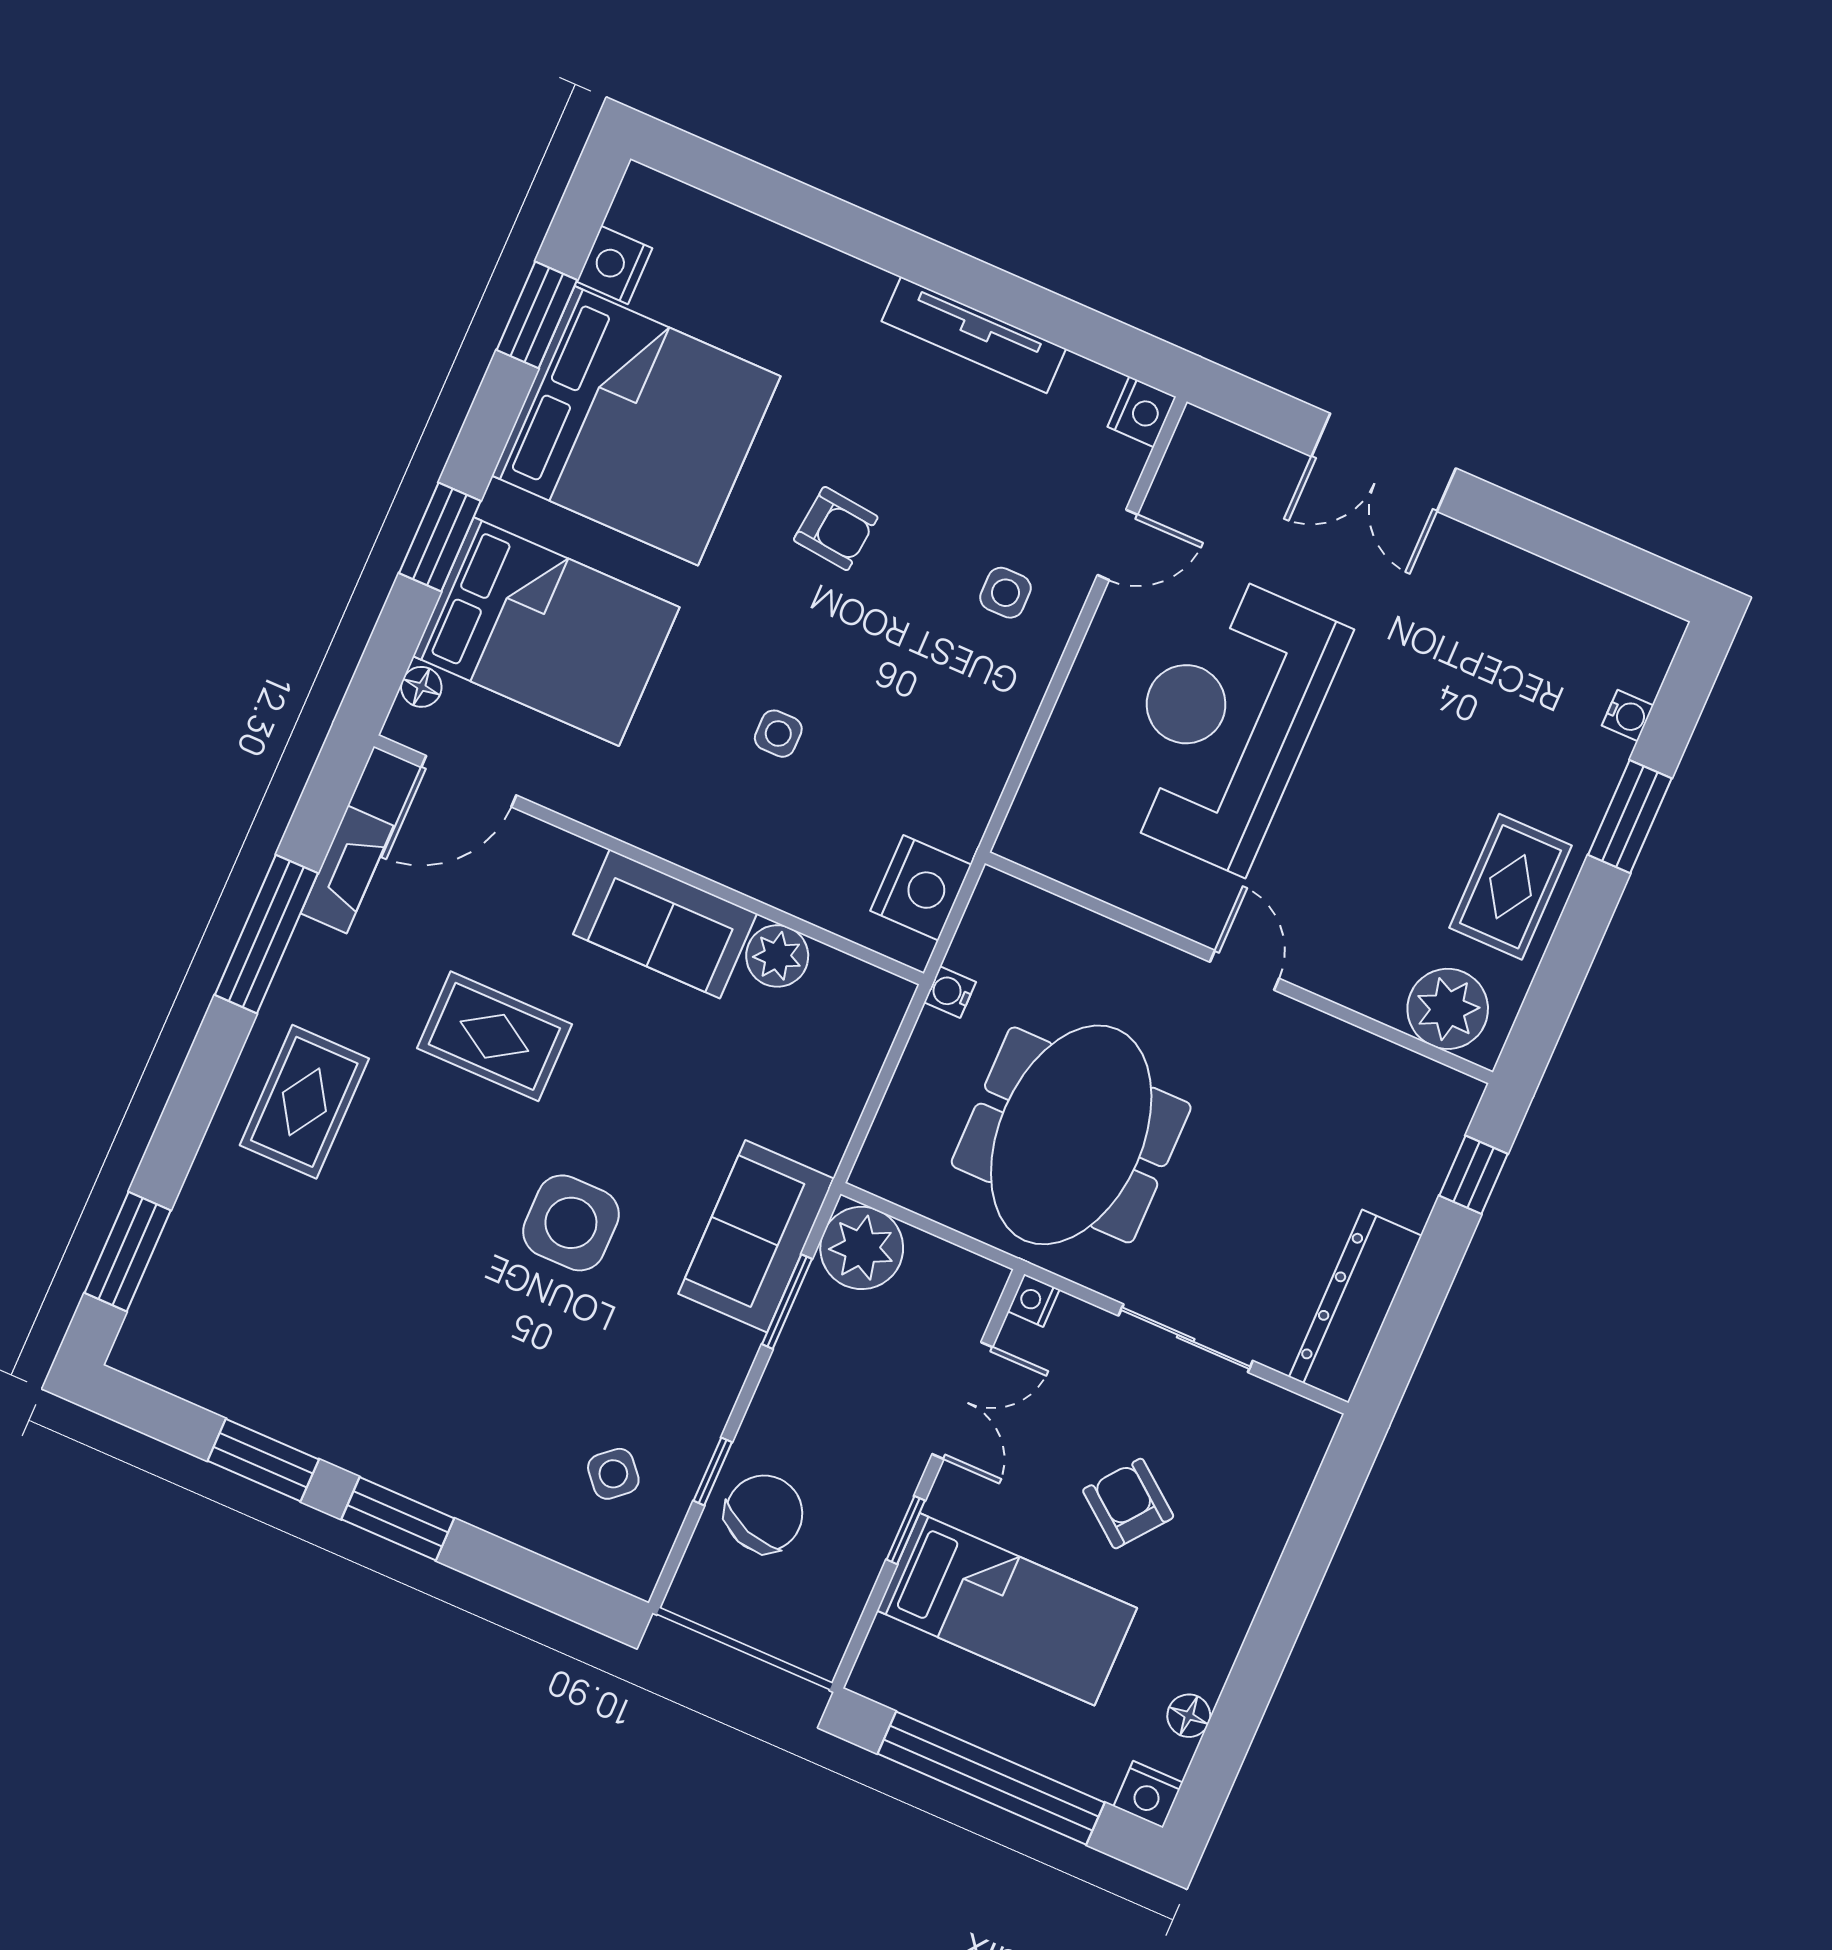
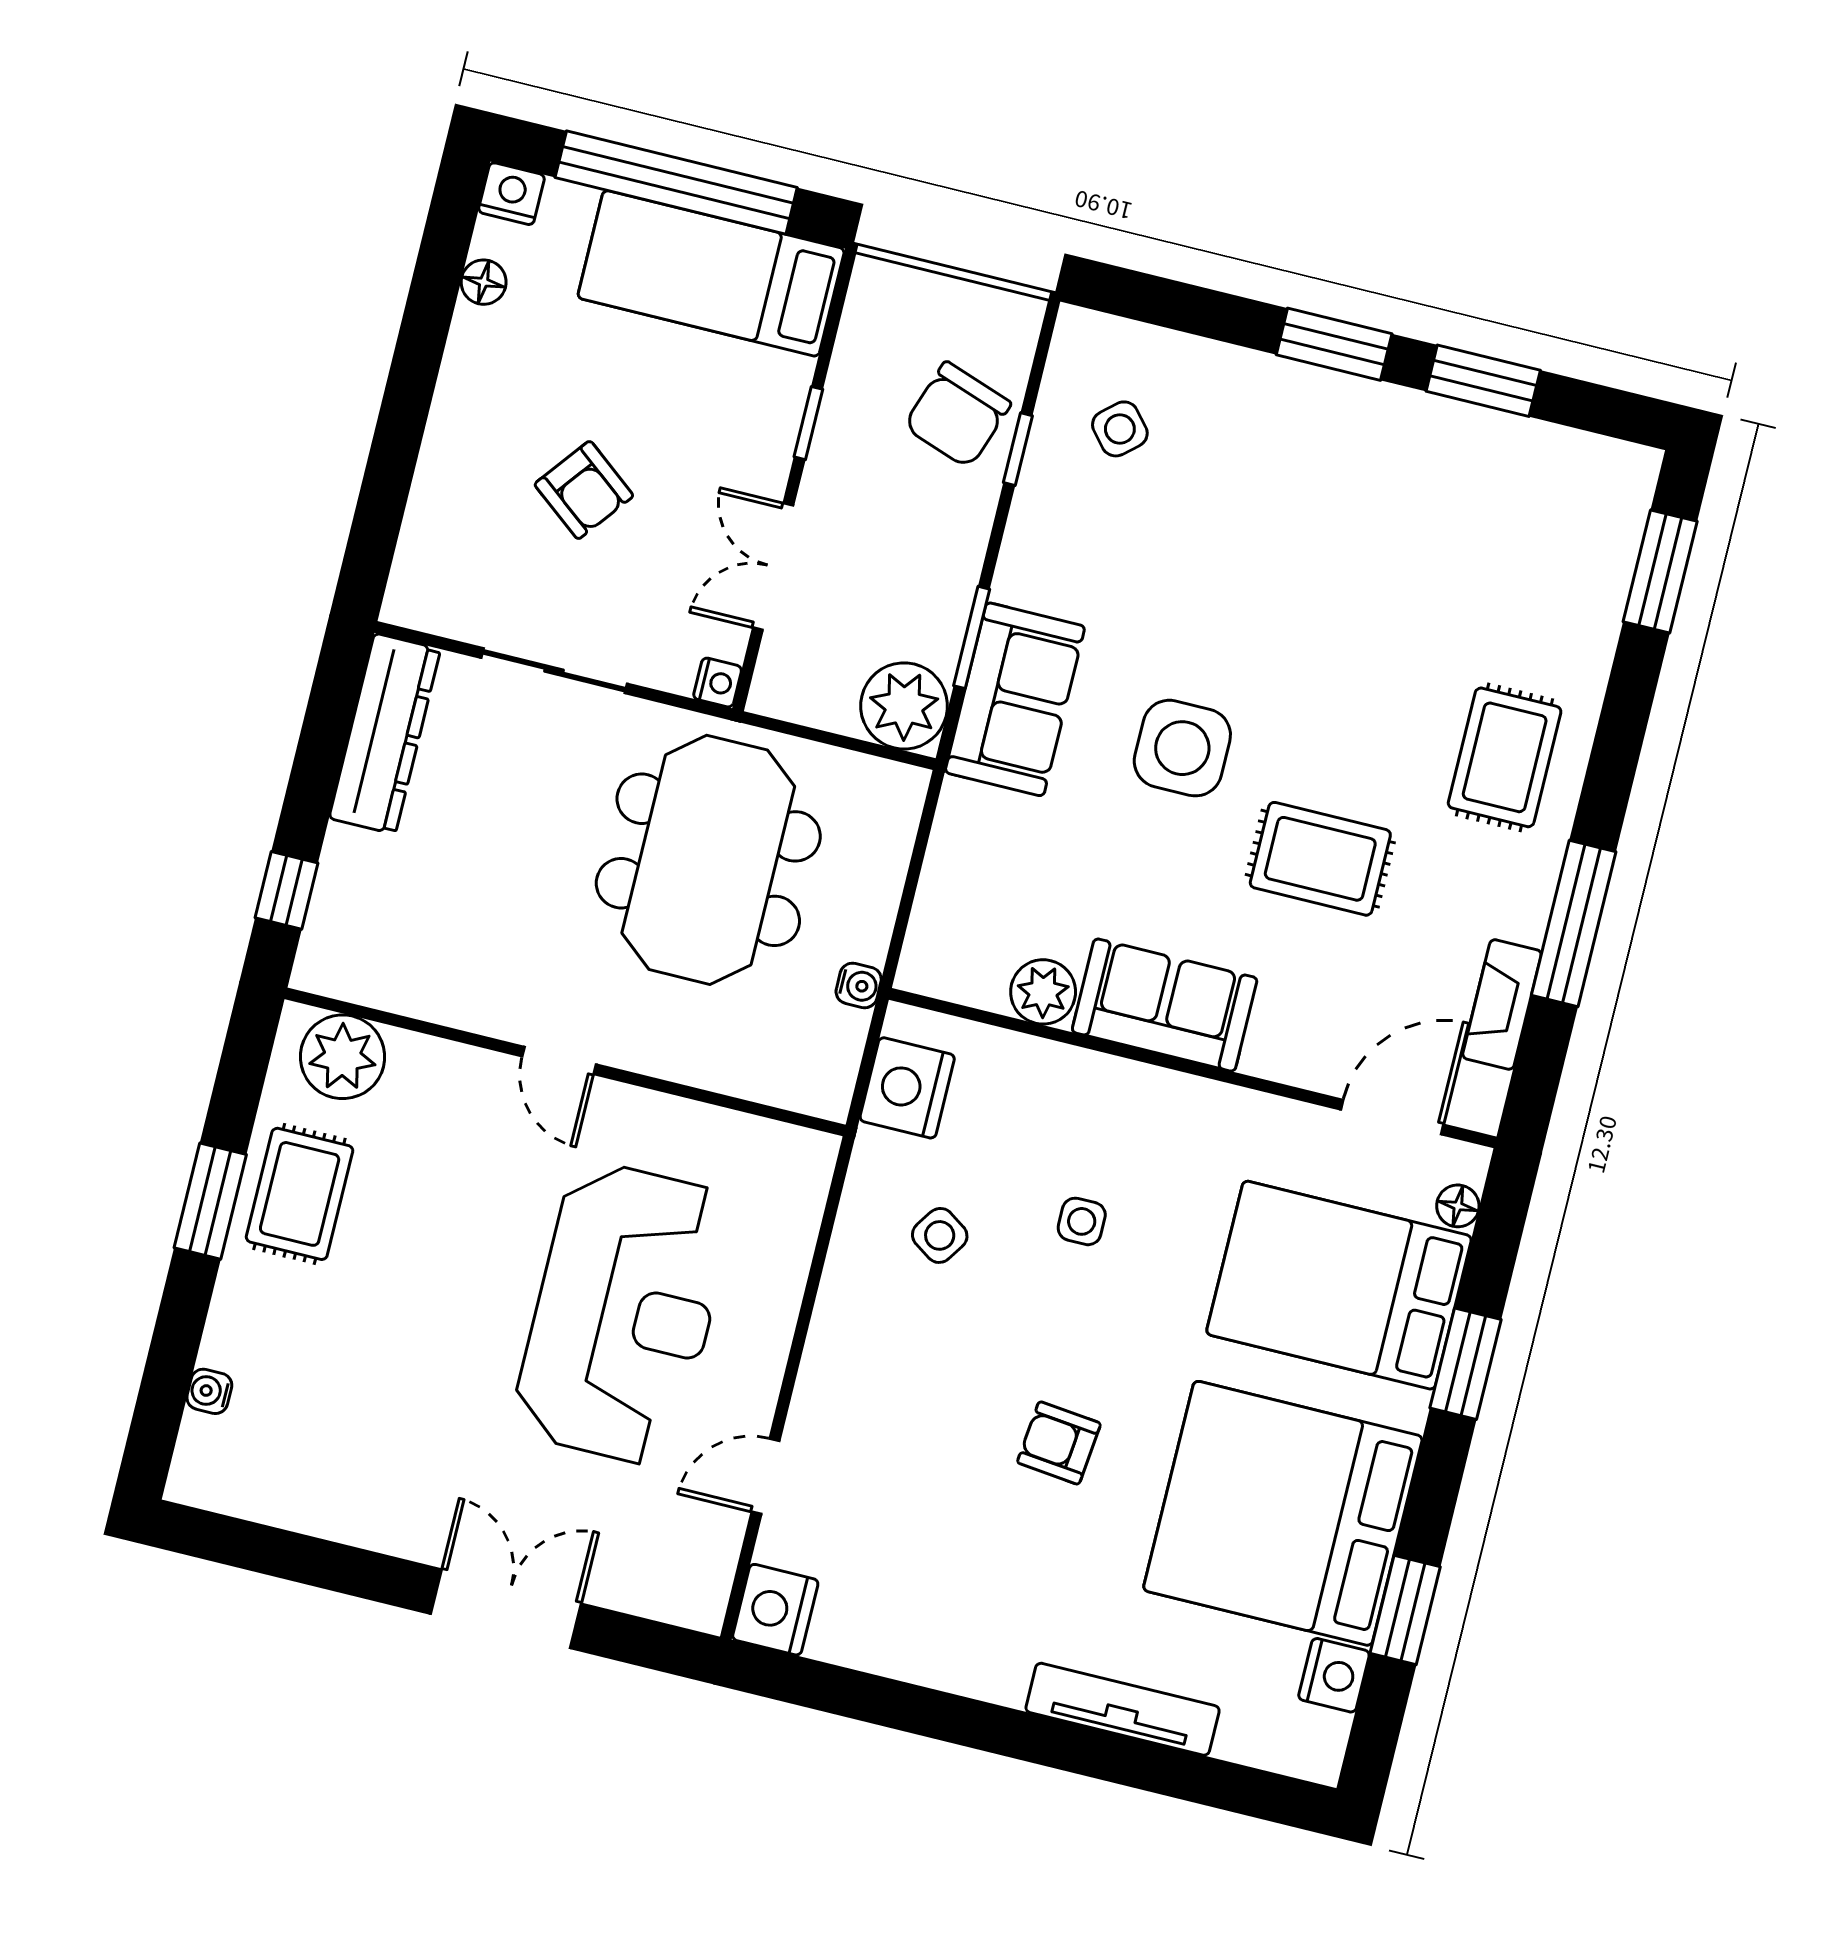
tv unit: (974, 335) -> (1123, 1709), moved
nightstand: (1142, 412) -> (775, 1610), width x1.36, depth x1.33
side table: (1005, 593) -> (940, 1235), moved, turned 34
window: (1630, 817) -> (210, 1201), moved
side table: (571, 1223) -> (1182, 748), moved
bed: (1007, 1609) -> (711, 273), moved

